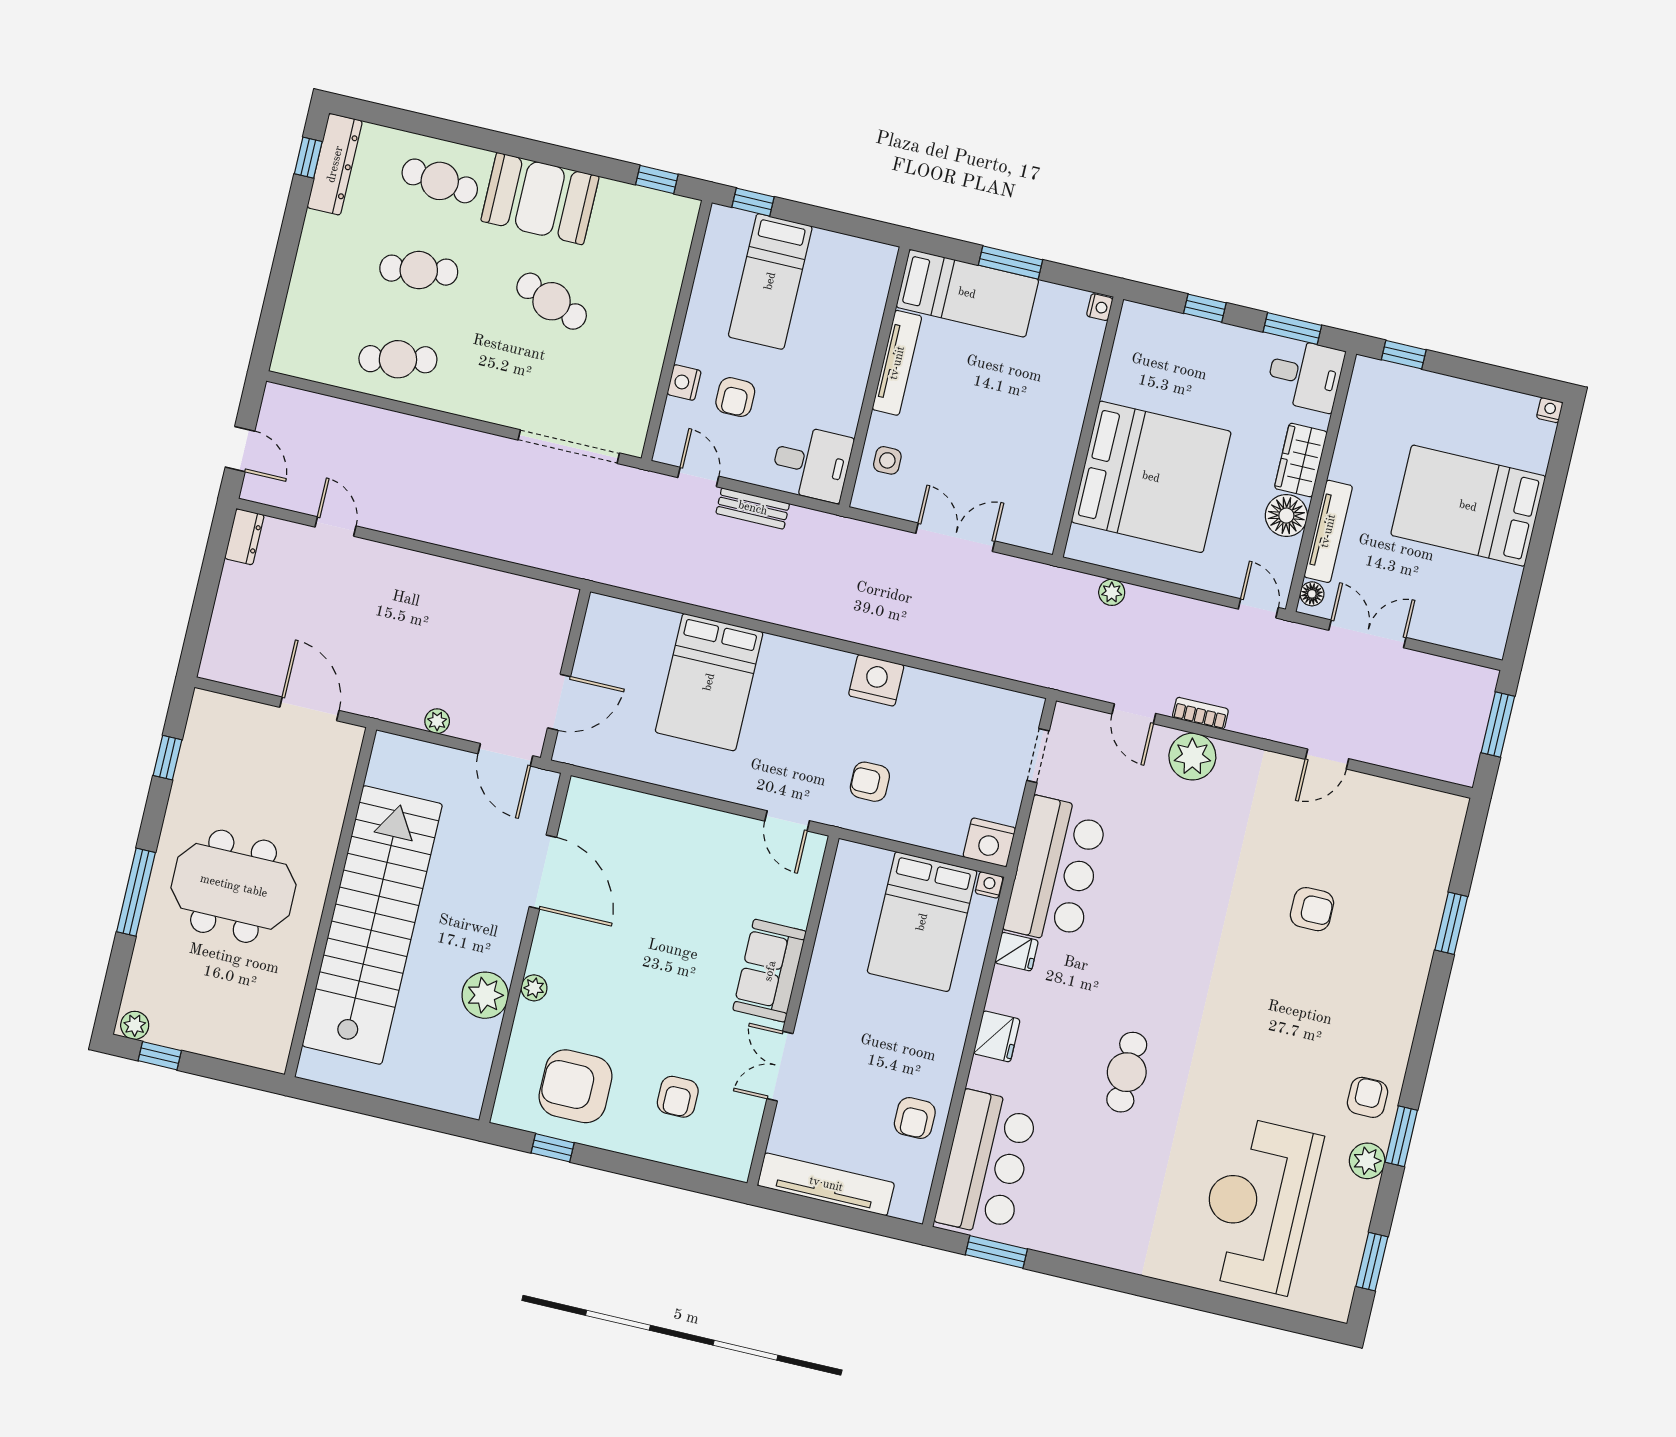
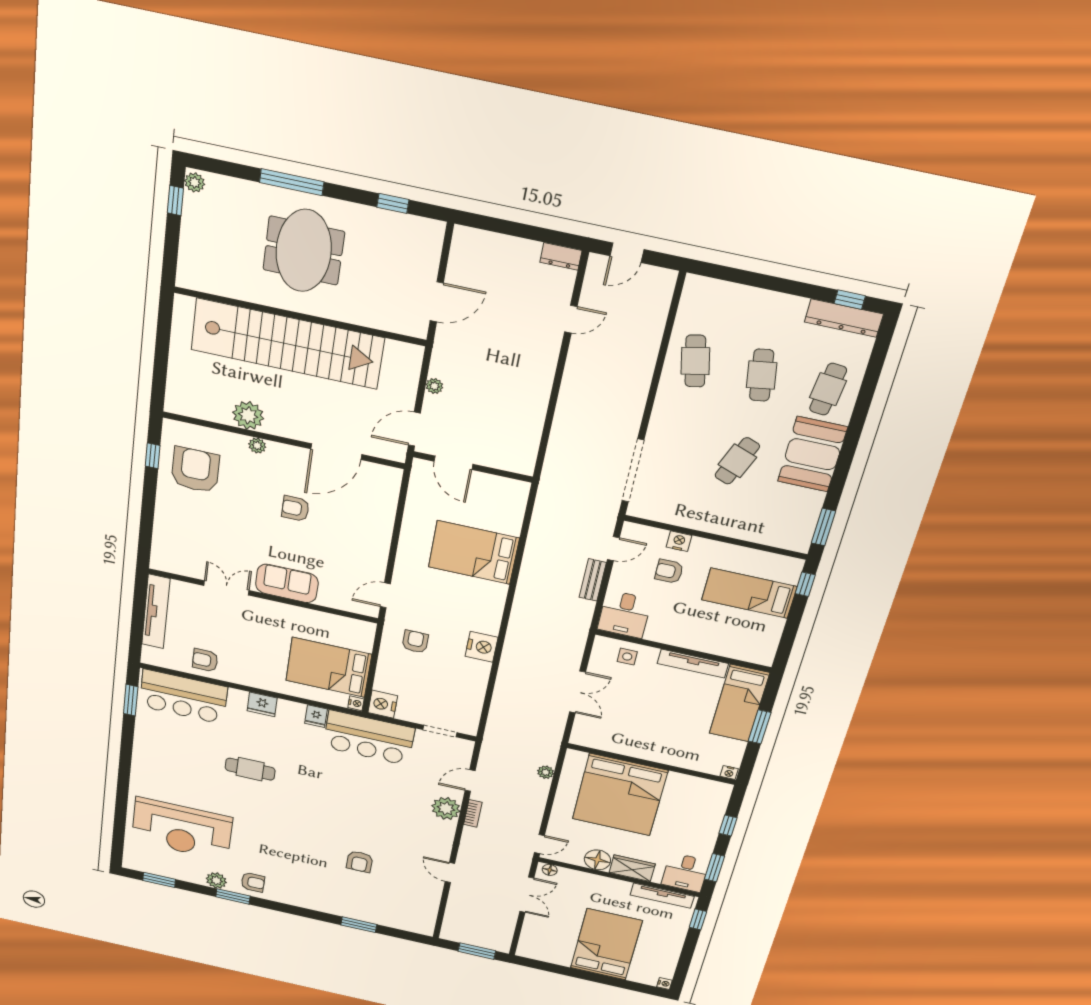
window: (657, 179) -> (823, 527), width x1.50
tv unit: (1328, 531) -> (662, 896), moved
armchair: (678, 1097) -> (295, 508), moved
reception desk: (1258, 1205) -> (182, 829), turned 180

